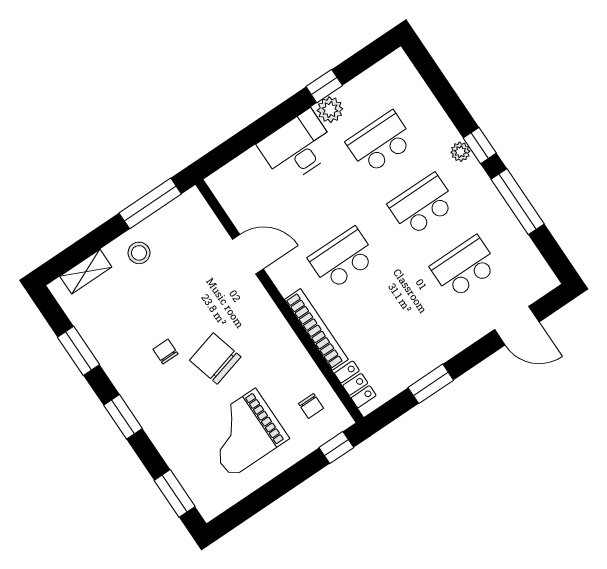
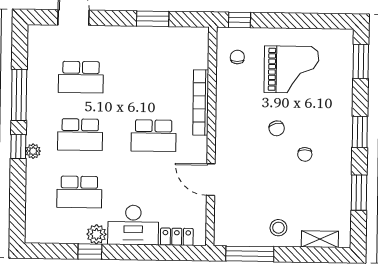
chair: (215, 359) -> (277, 128), width x0.54, depth x0.54
locker: (355, 384) -> (177, 237), moved, turned 90

